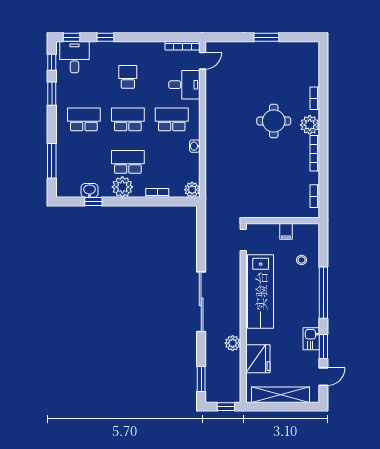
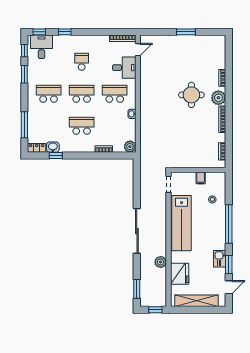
plant: (122, 187) -> (78, 145), removed
locker: (68, 191) -> (37, 148), added

